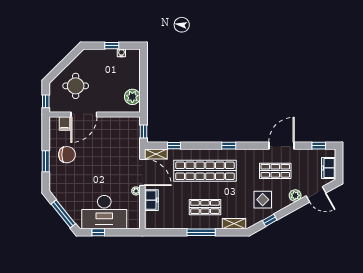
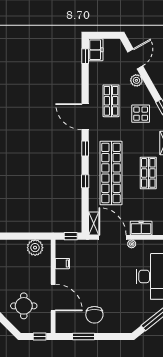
filing cabinet: (65, 124) -> (62, 264), moved
window: (174, 146) -> (85, 181), moved
door: (281, 146) -> (85, 117), moved
chair: (67, 155) -> (94, 315), turned 180
window: (46, 161) -> (83, 337), moved
freezer: (329, 168) -> (96, 50), moved, turned -90
door: (142, 172) -> (113, 237), hinge flipped

